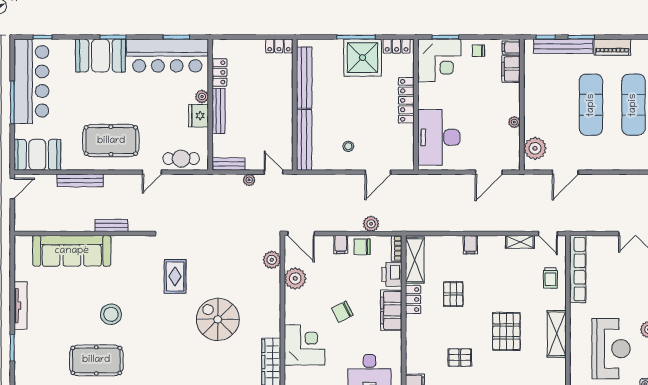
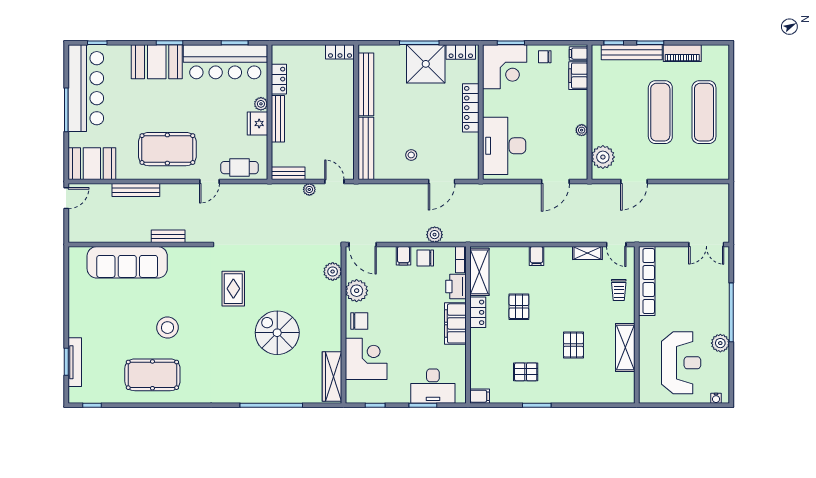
tv unit: (21, 306) -> (75, 362), moved
chair: (342, 312) -> (359, 321), moved, turned -153
pallet: (506, 331) -> (573, 345), width x0.67, depth x0.71

